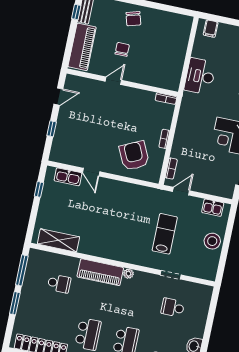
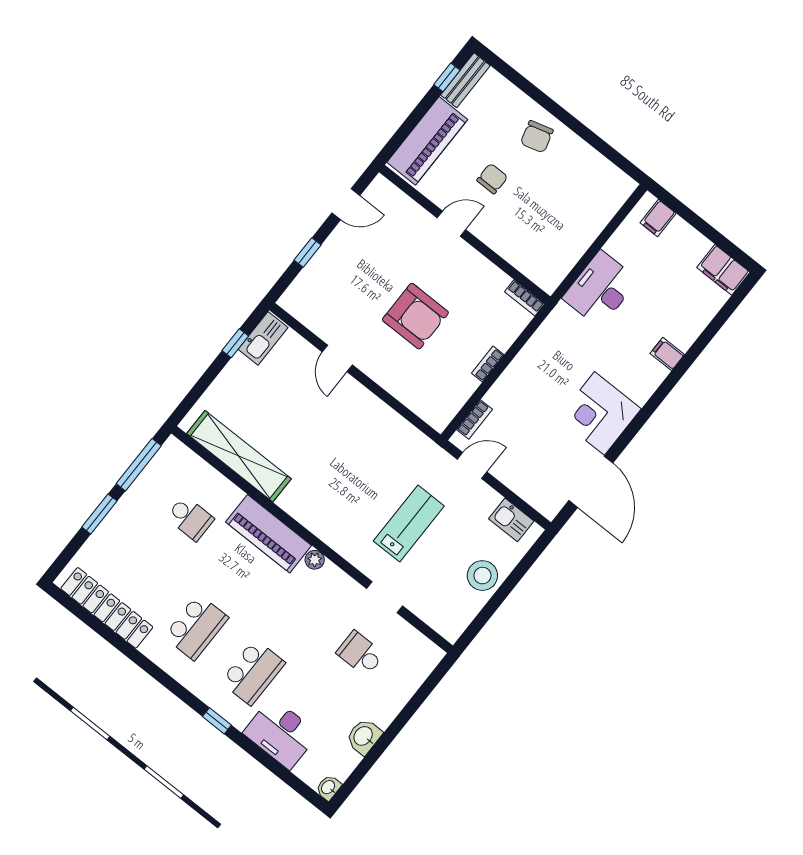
armchair: (134, 156) -> (415, 316), moved, turned 115
kitchen sink: (68, 177) -> (263, 338), moved, turned -90
shelving: (58, 240) -> (239, 456), width x1.47

